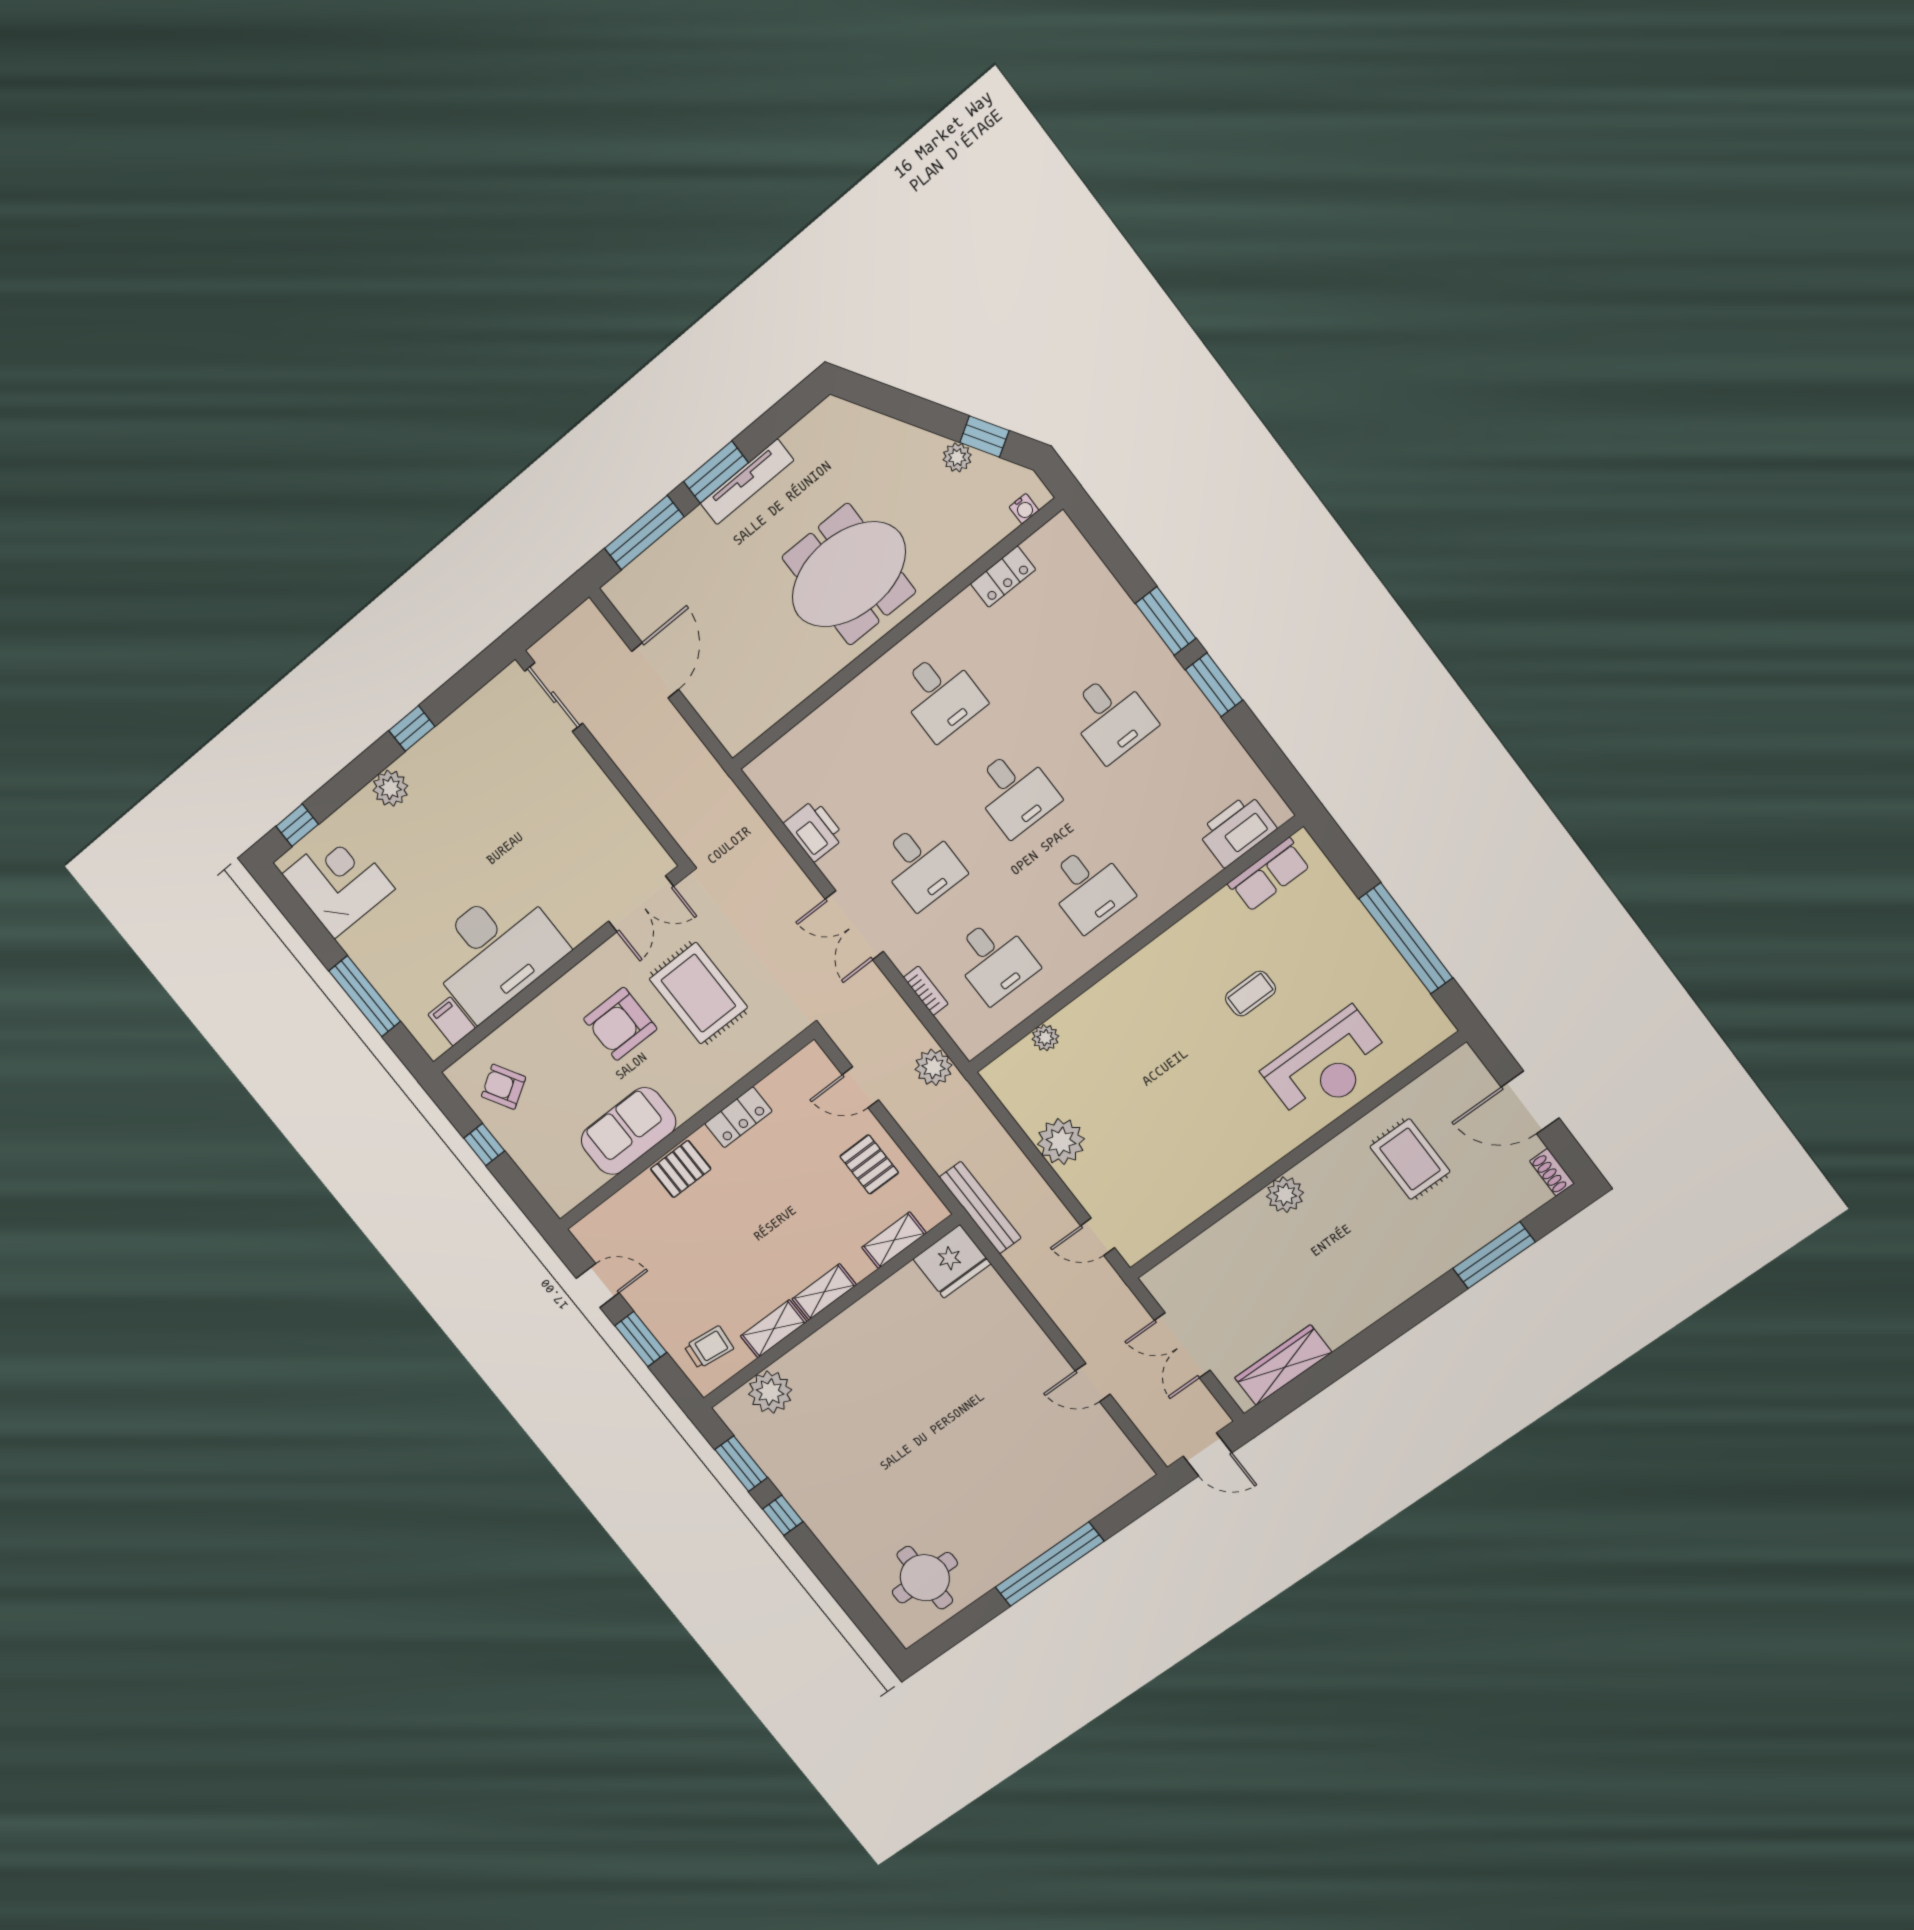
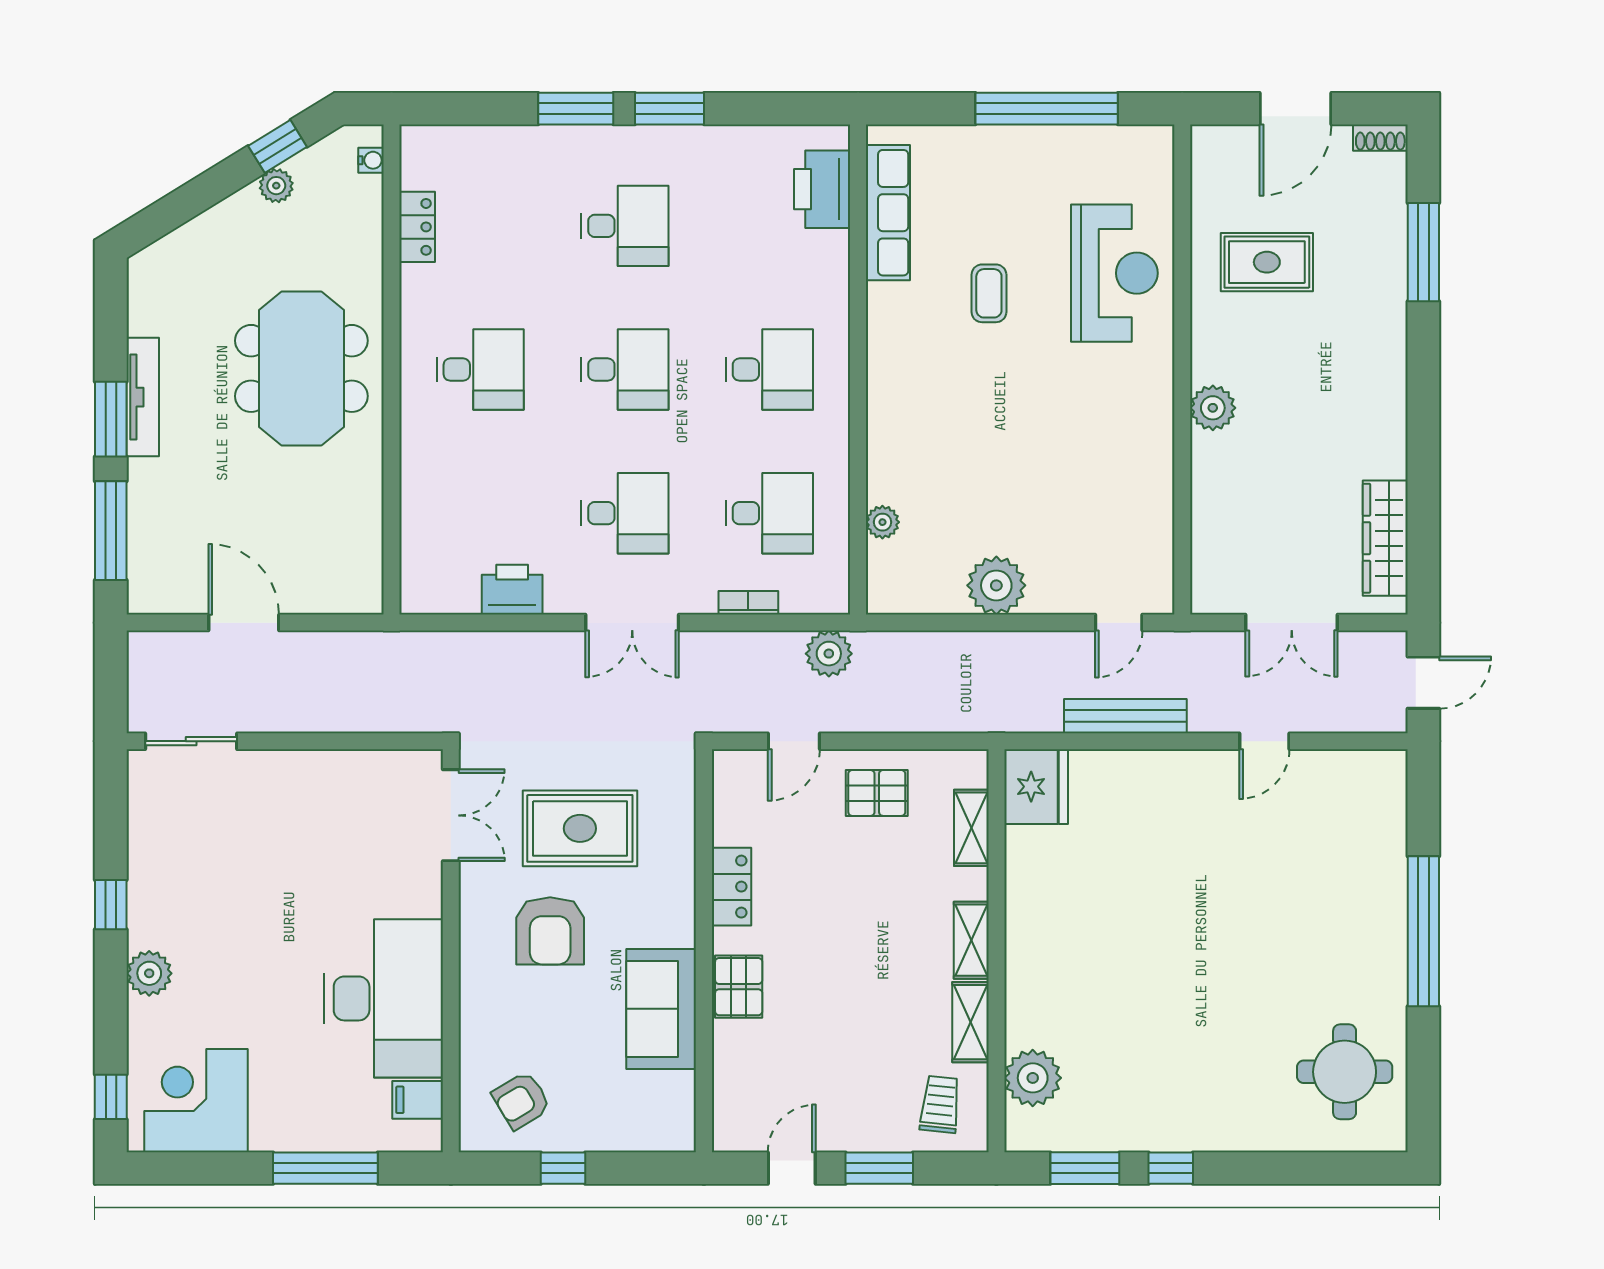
row of seats: (1269, 875) -> (888, 213), width x1.48
bench: (980, 1208) -> (1125, 716), moved

